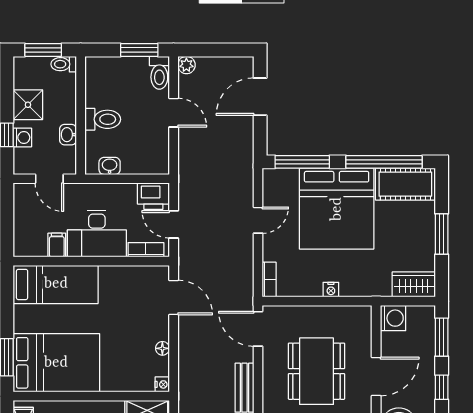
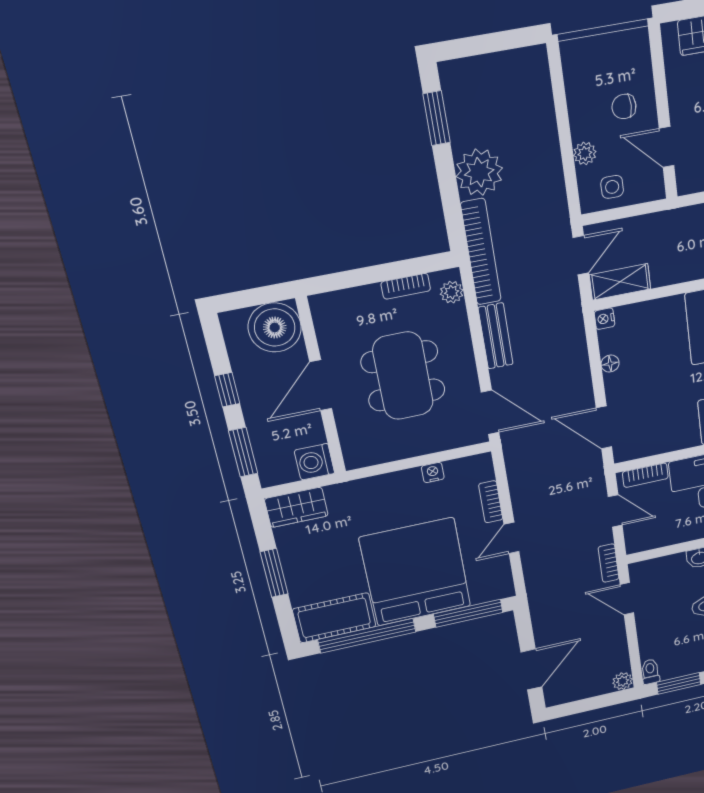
toilet: (159, 73) -> (650, 672), width x0.73, depth x0.72
door: (174, 113) -> (627, 599), moved
bookcase: (184, 179) -> (609, 563), added
printer: (153, 196) -> (644, 537), removed
bookcase: (269, 280) -> (491, 502), moved
nightstand: (331, 290) -> (433, 473), moved

